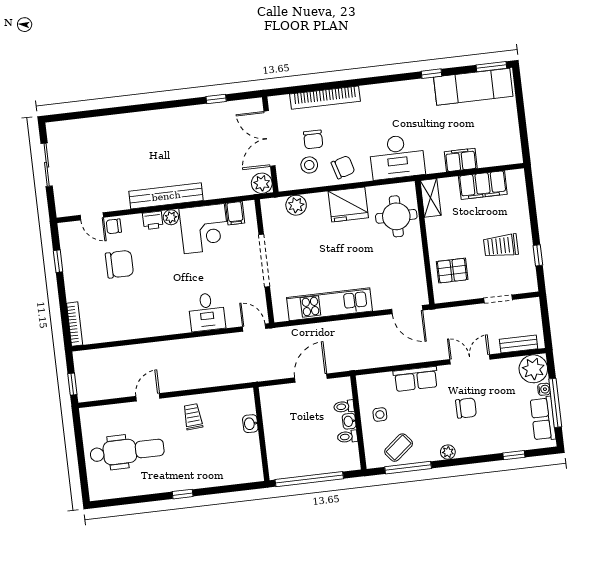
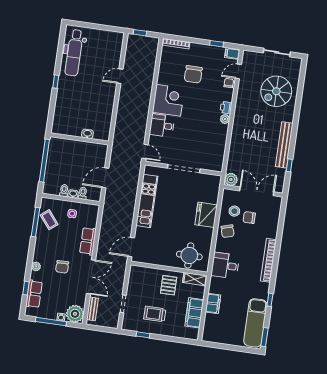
bookcase: (325, 98) -> (268, 260), moved
spiral stairs: (107, 150) -> (276, 91), added
desk: (397, 157) -> (225, 266), width x0.73
bench: (166, 196) -> (284, 145), moved
plant: (296, 205) -> (212, 197), removed
fridge: (348, 205) -> (206, 215), moved
filing cabinet: (235, 213) -> (232, 53), moved
corner desk: (204, 229) -> (168, 100), moved, turned 180
trolley: (501, 246) -> (155, 314), turned -90
chair: (119, 264) -> (193, 74), moved
pallet: (452, 271) -> (169, 285), moved
door: (254, 328) -> (145, 152), hinge flipped
double door: (470, 359) -> (91, 277), width x1.37
door: (311, 378) -> (105, 178), swing flipped
door: (148, 397) -> (120, 76), swing flipped
trolley: (193, 417) -> (101, 100), removed
row of seats: (543, 419) -> (34, 294), moved, turned 90
dental chair: (127, 451) -> (74, 53), moved
plant: (448, 452) -> (36, 266), moved

